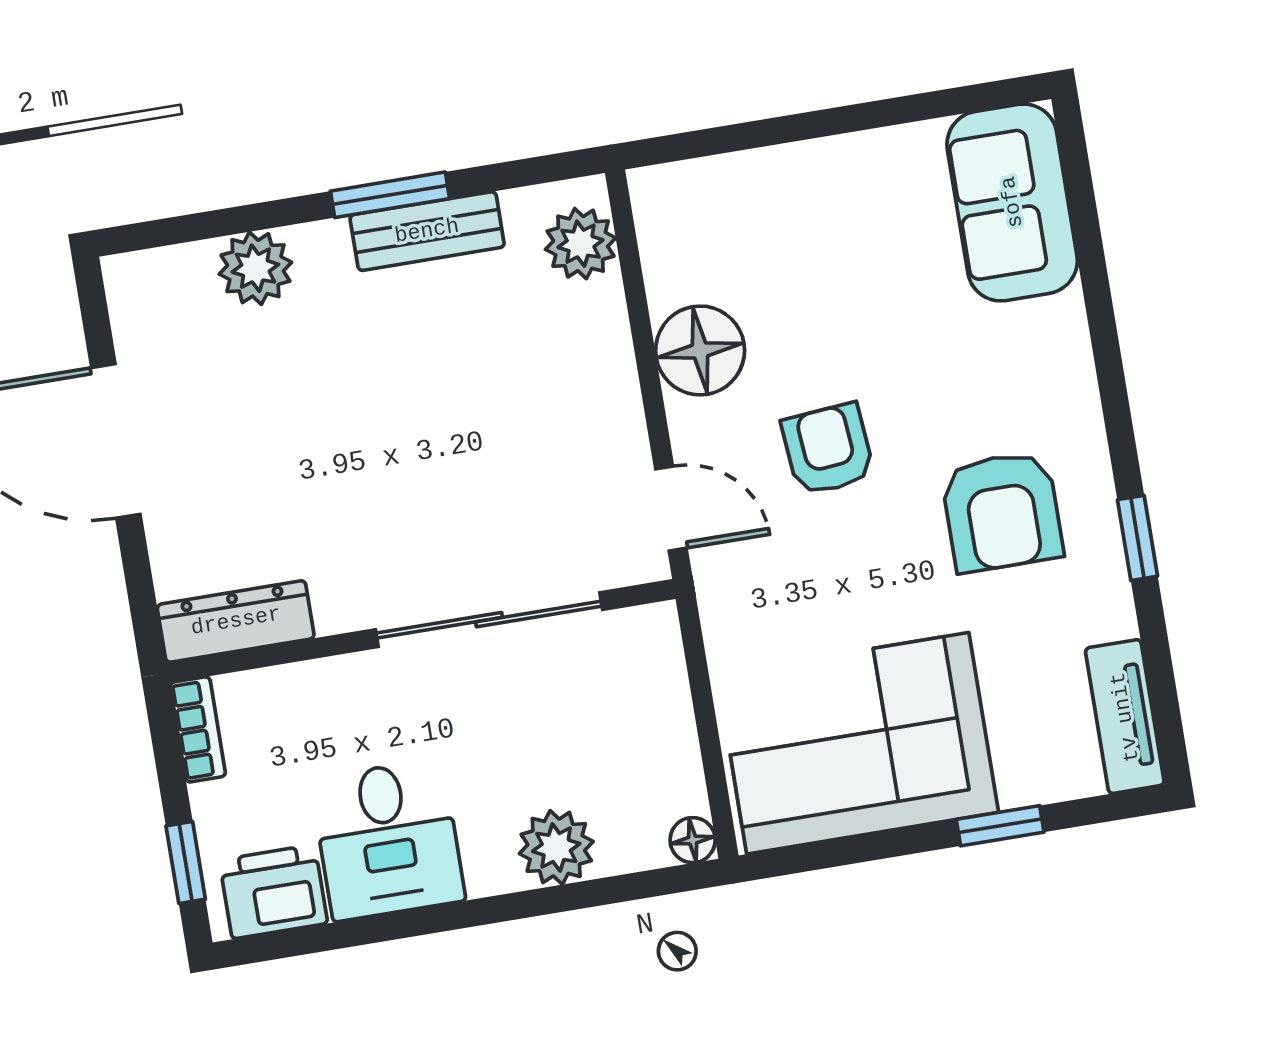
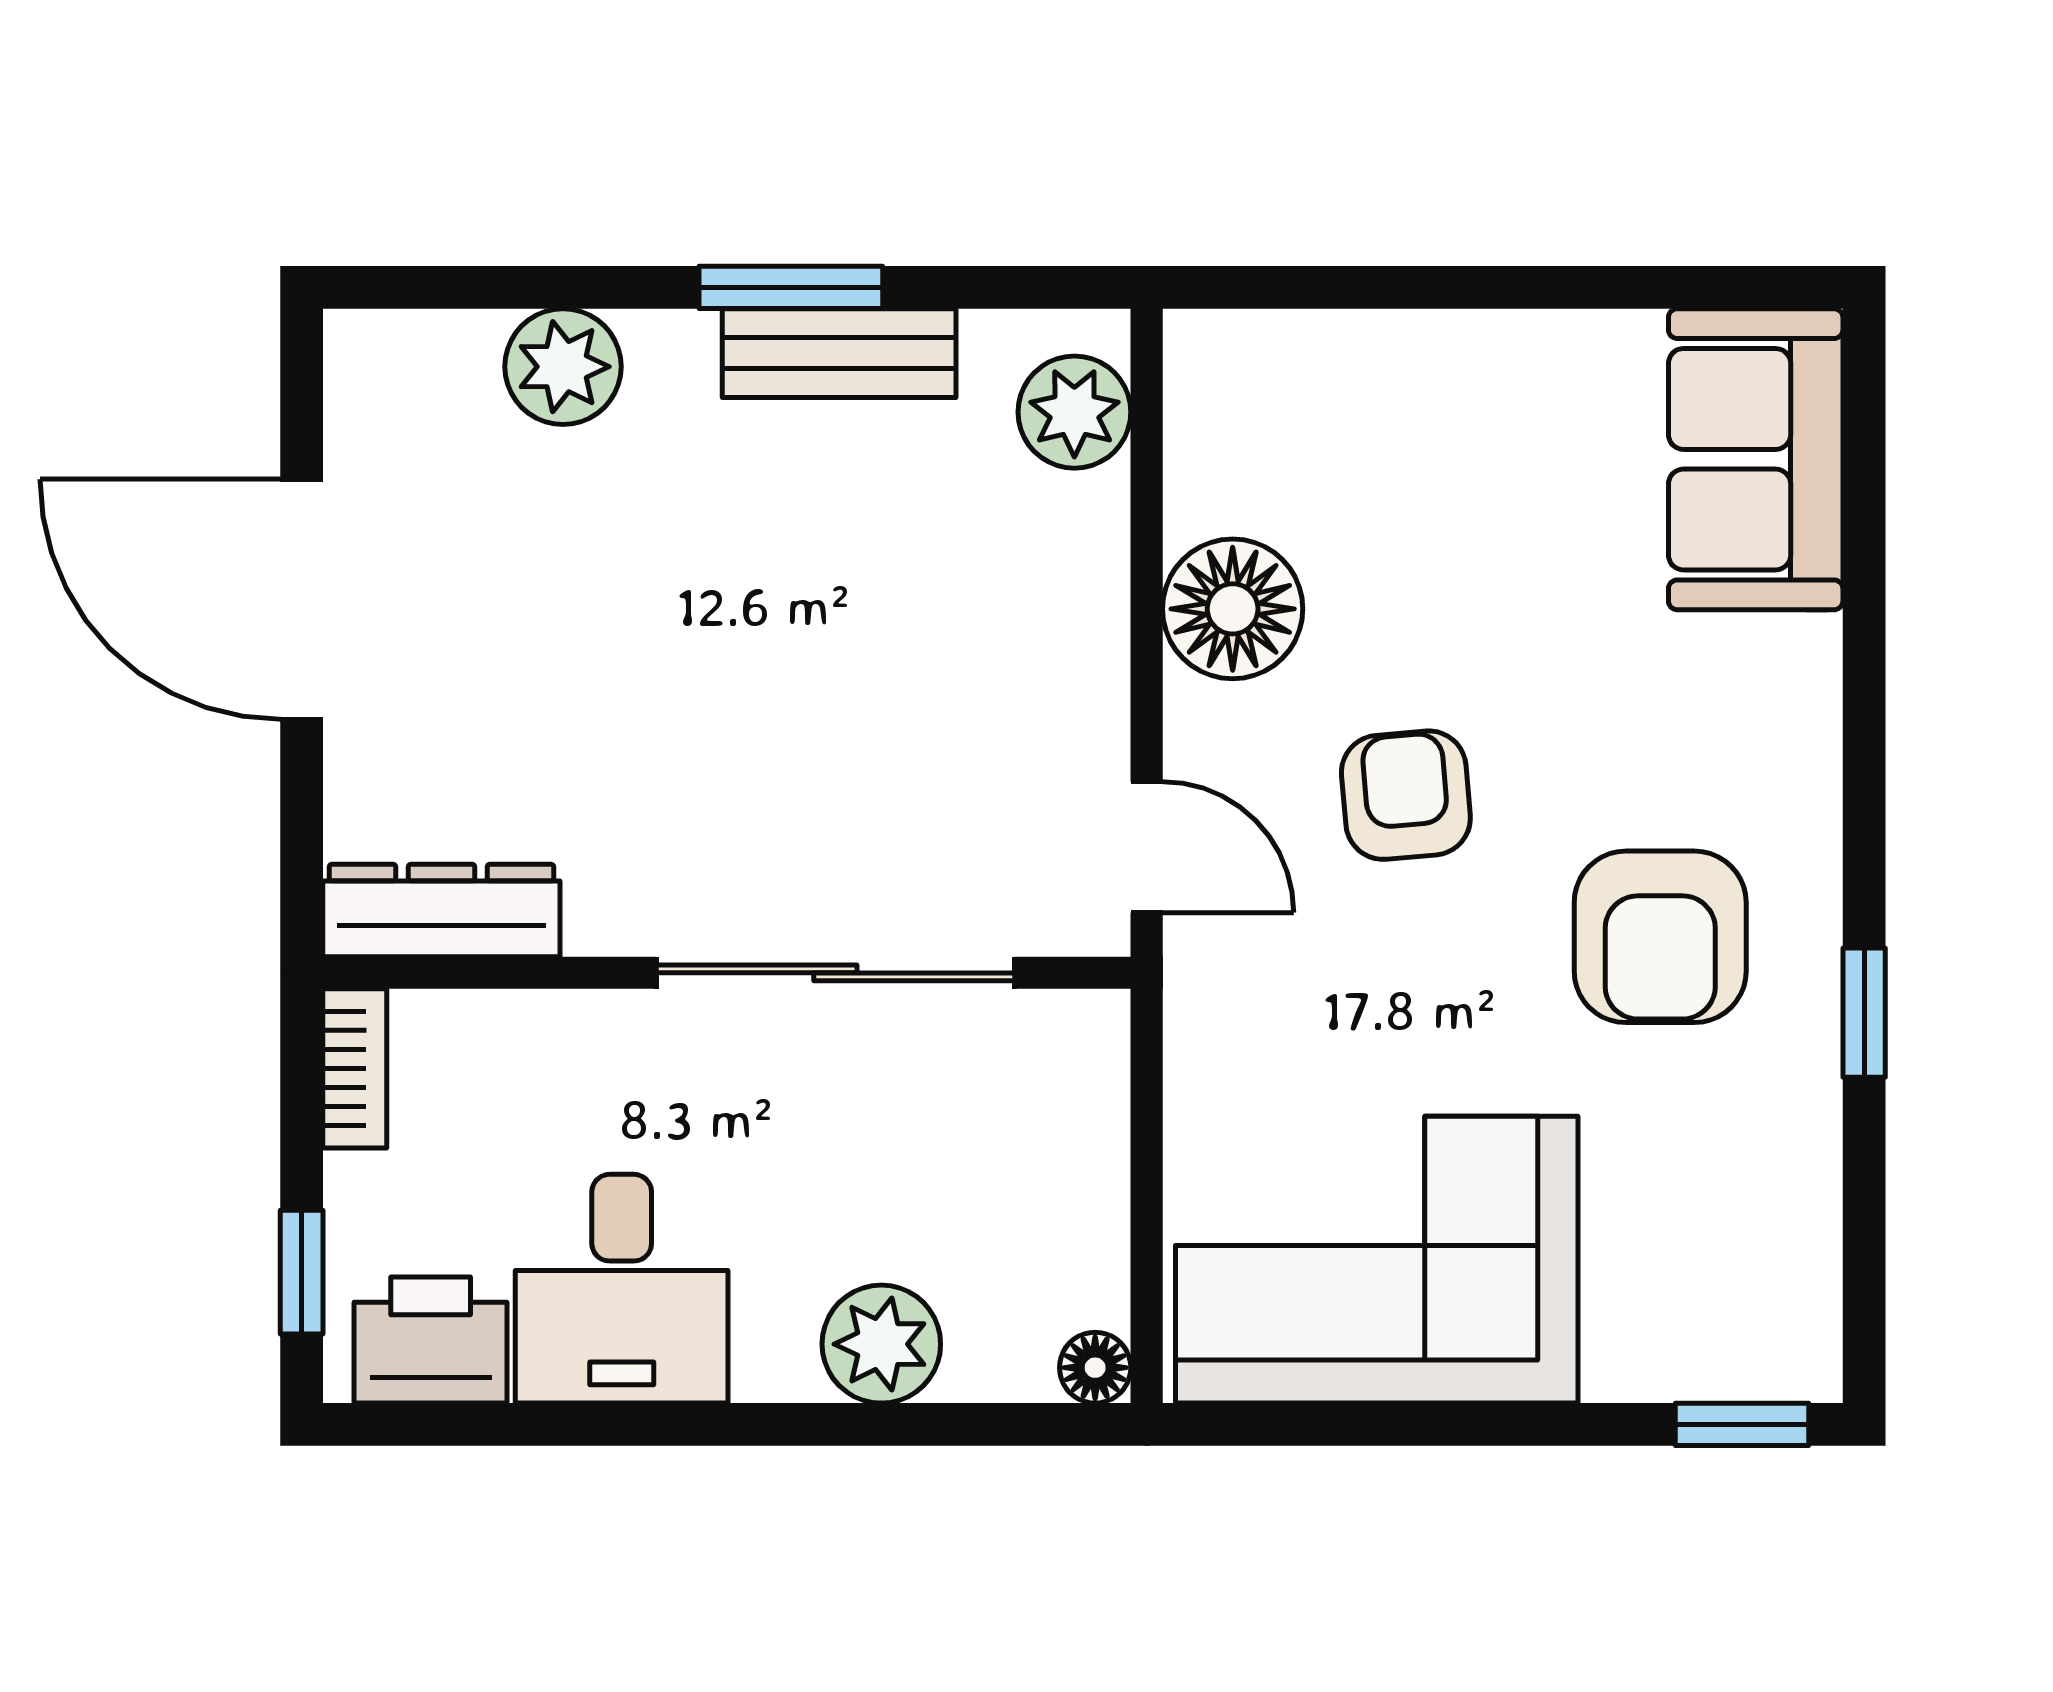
tv unit: (1125, 717) -> (1798, 1287), removed
window: (1000, 826) -> (1742, 1424), moved

